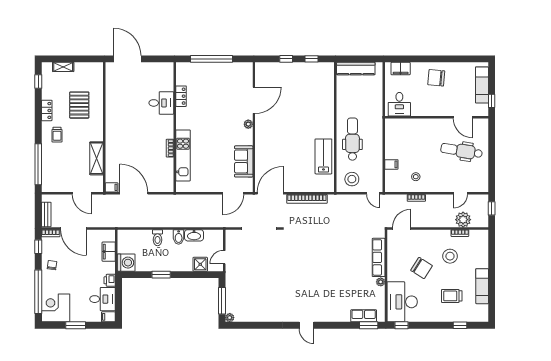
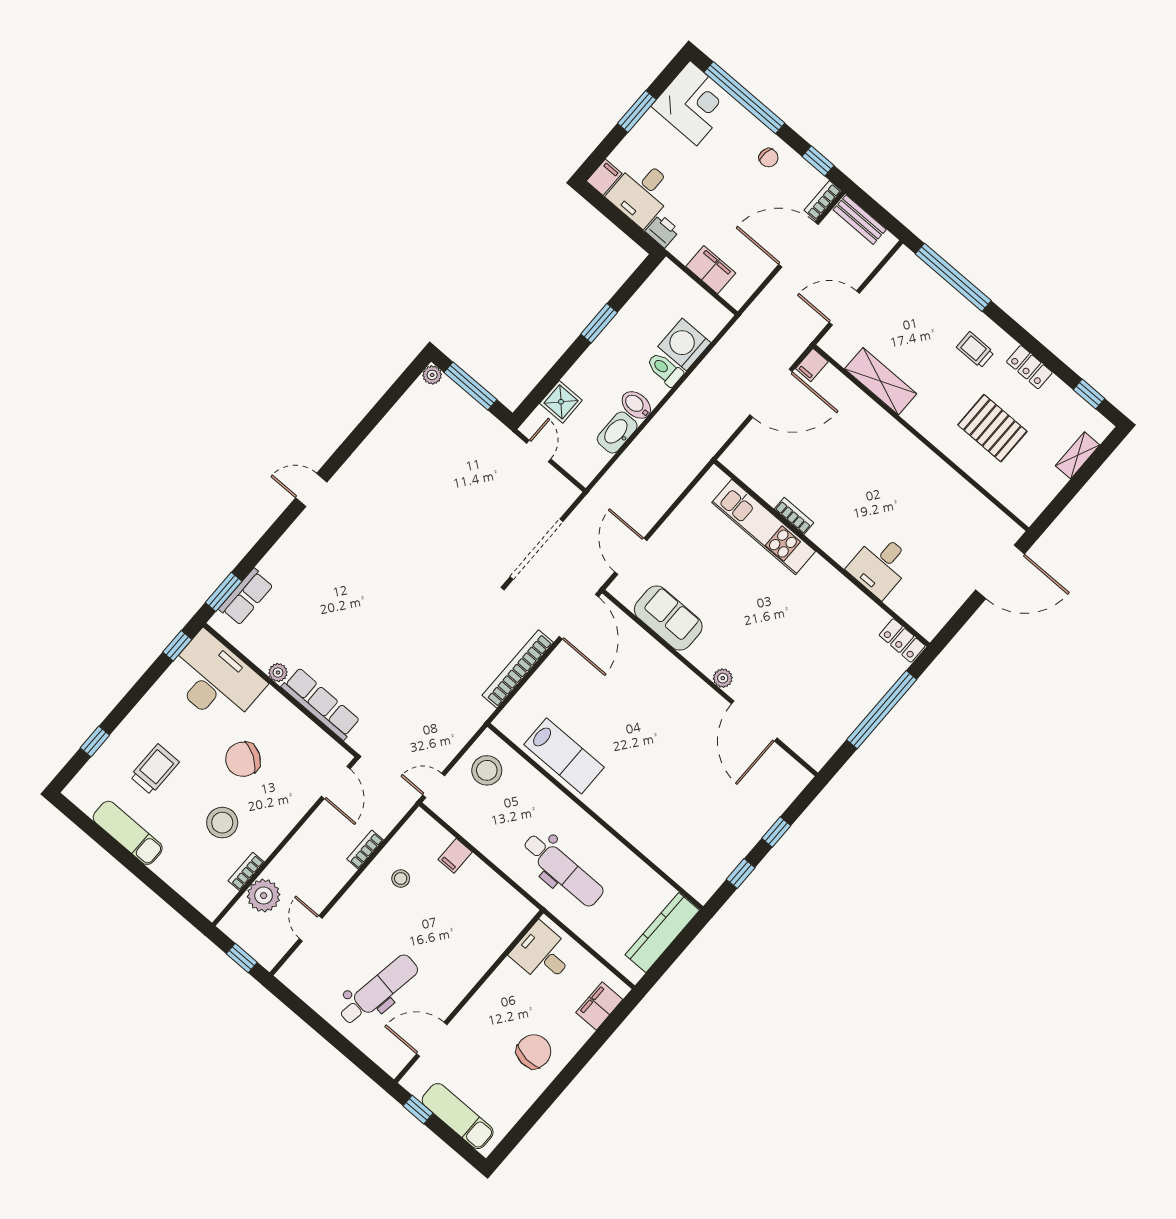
locker: (181, 96) -> (902, 640), moved
dental chair: (352, 139) -> (563, 870), moved
washing machine: (126, 263) -> (684, 345), moved, turned 90

